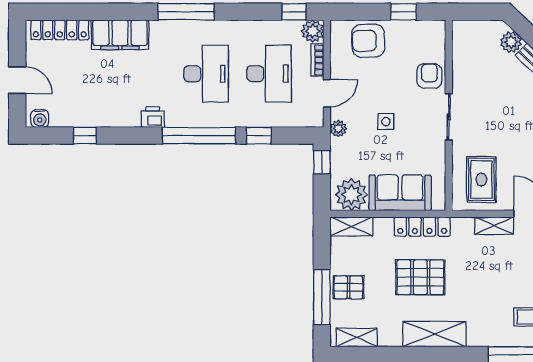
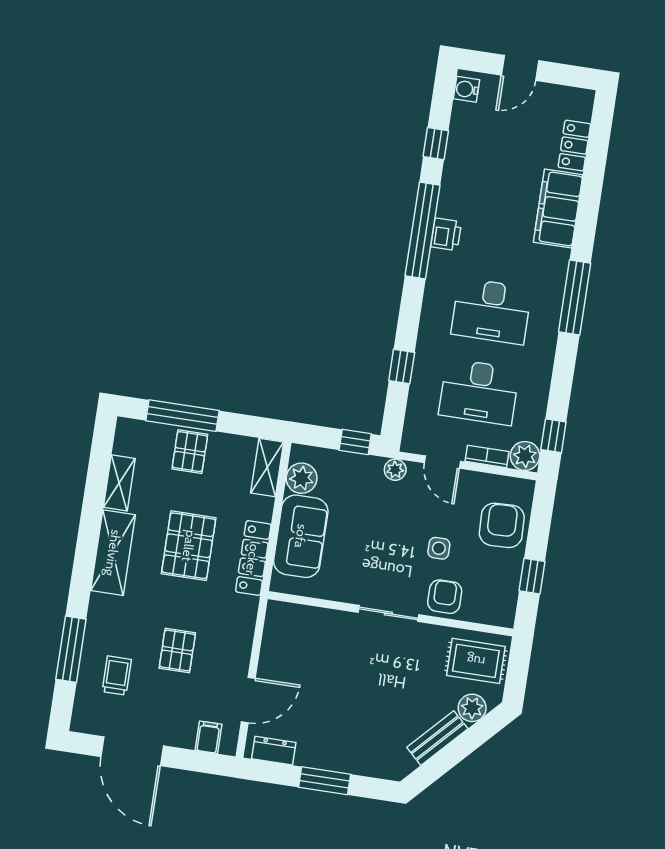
locker: (60, 30) -> (574, 145), width x0.66
armchair: (429, 76) -> (445, 597), turned -90
side table: (386, 122) -> (439, 548), moved
window: (199, 136) -> (423, 231), moved
rug: (481, 180) -> (476, 661), moved
plant: (351, 195) -> (302, 478), width x0.73, depth x0.73
shelving: (494, 226) -> (240, 650), removed
pallet: (502, 274) -> (177, 650), added
shelving: (357, 337) -> (119, 483), moved

